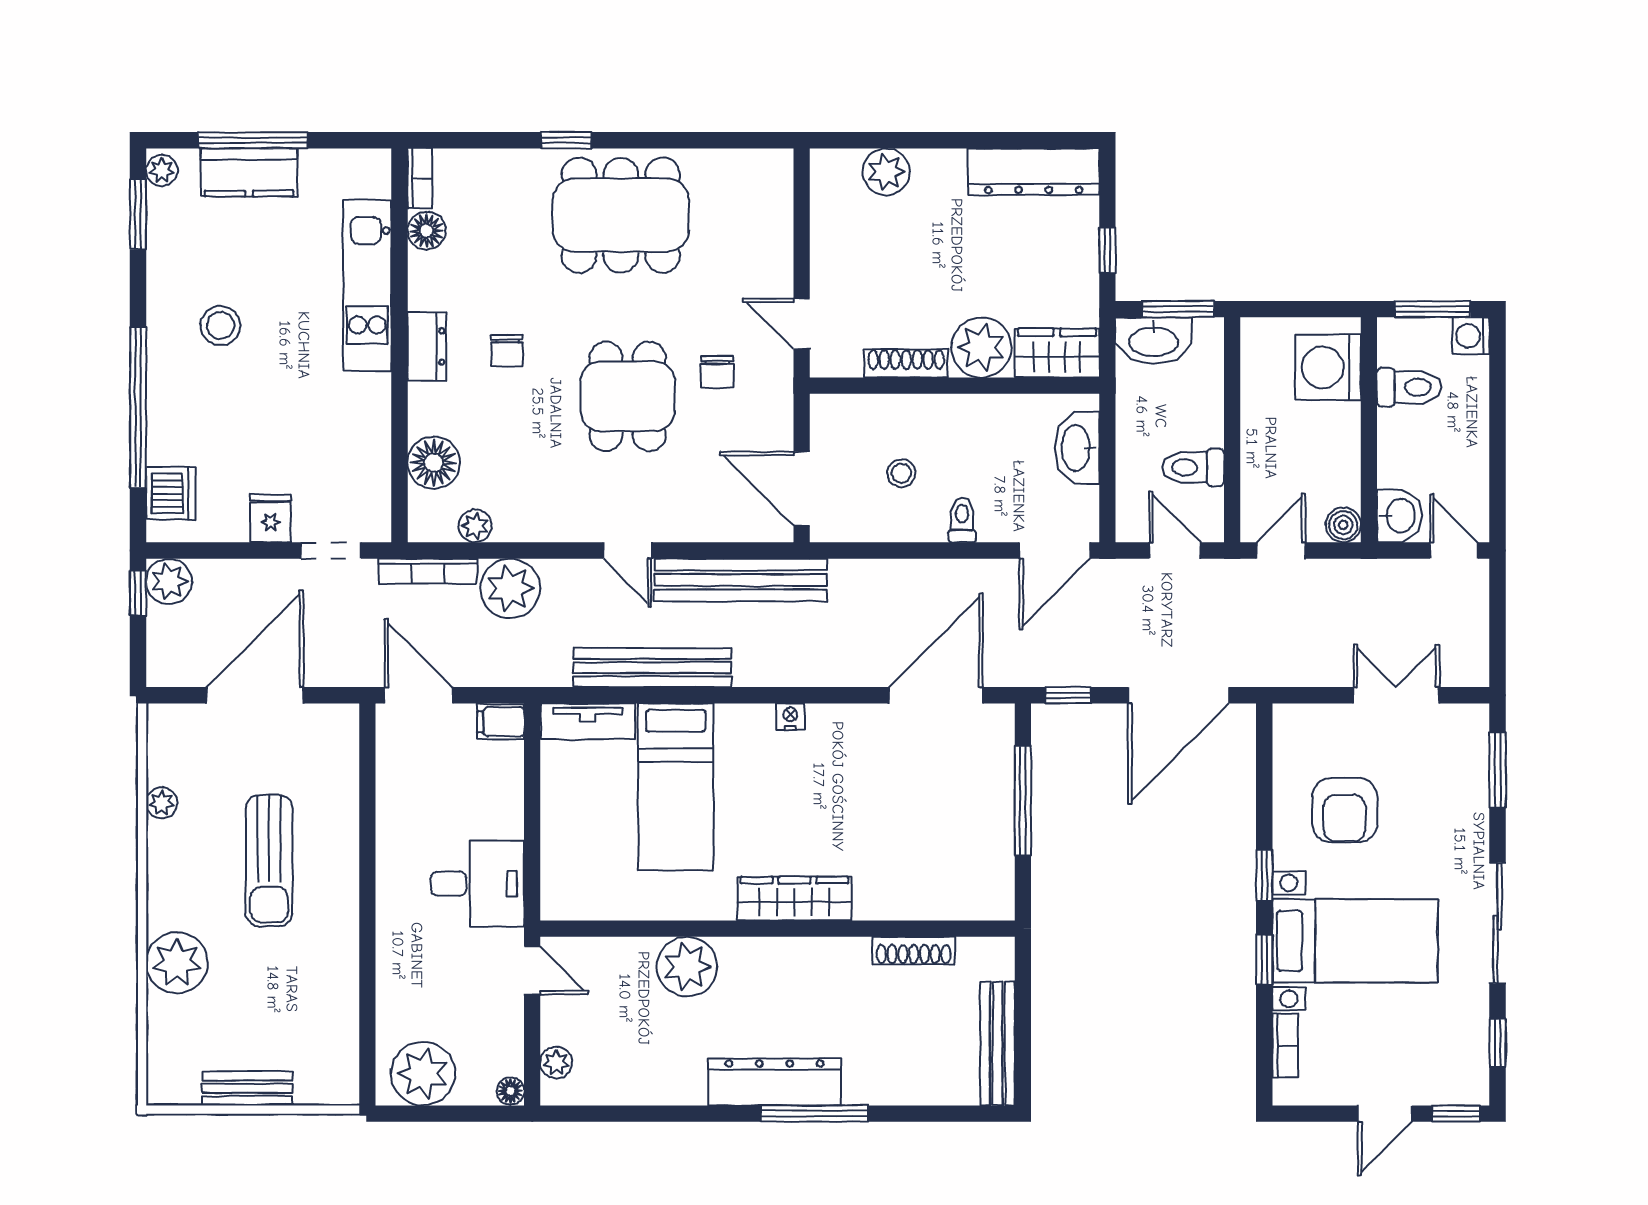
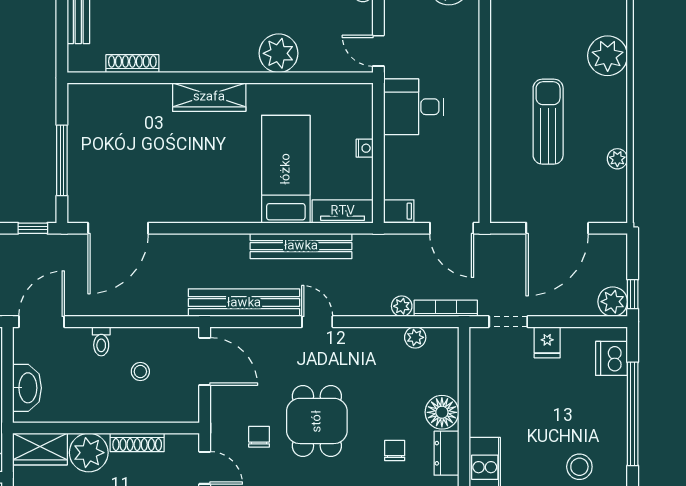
floor lamp: (434, 463) -> (442, 412), moved
plant: (510, 588) -> (402, 306), width x0.53, depth x0.53
nightstand: (790, 717) -> (365, 148), moved, turned -90

